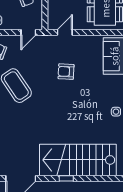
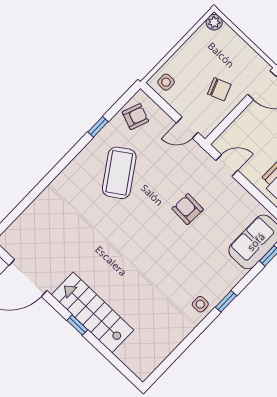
stairs: (78, 160) -> (92, 312), width x0.73, depth x0.66

